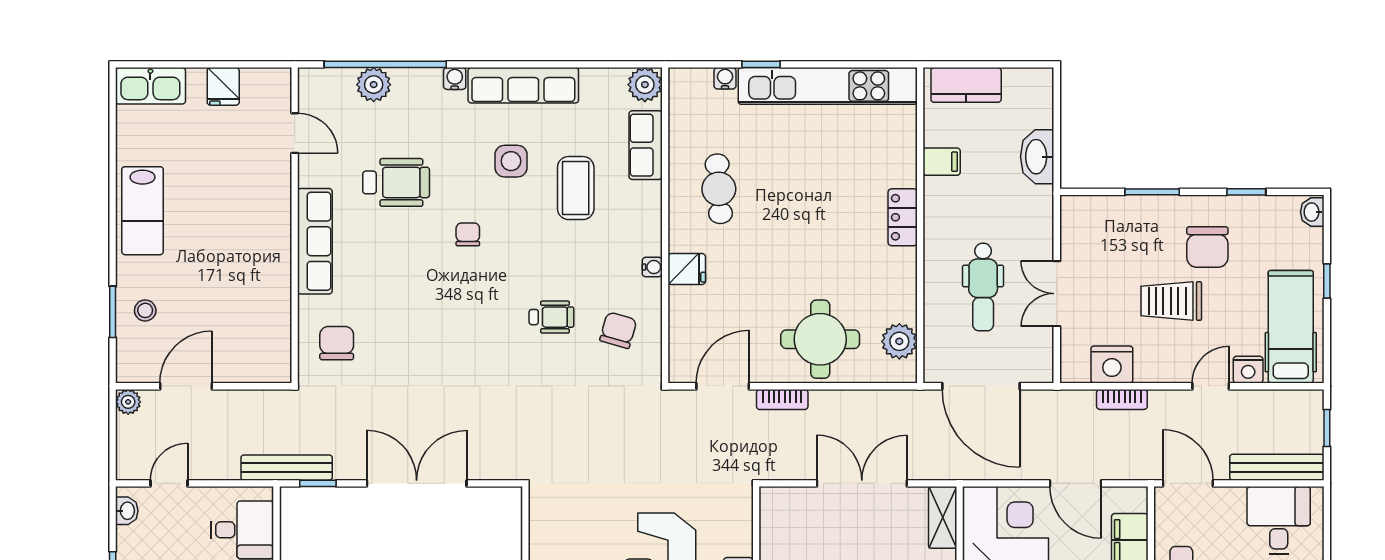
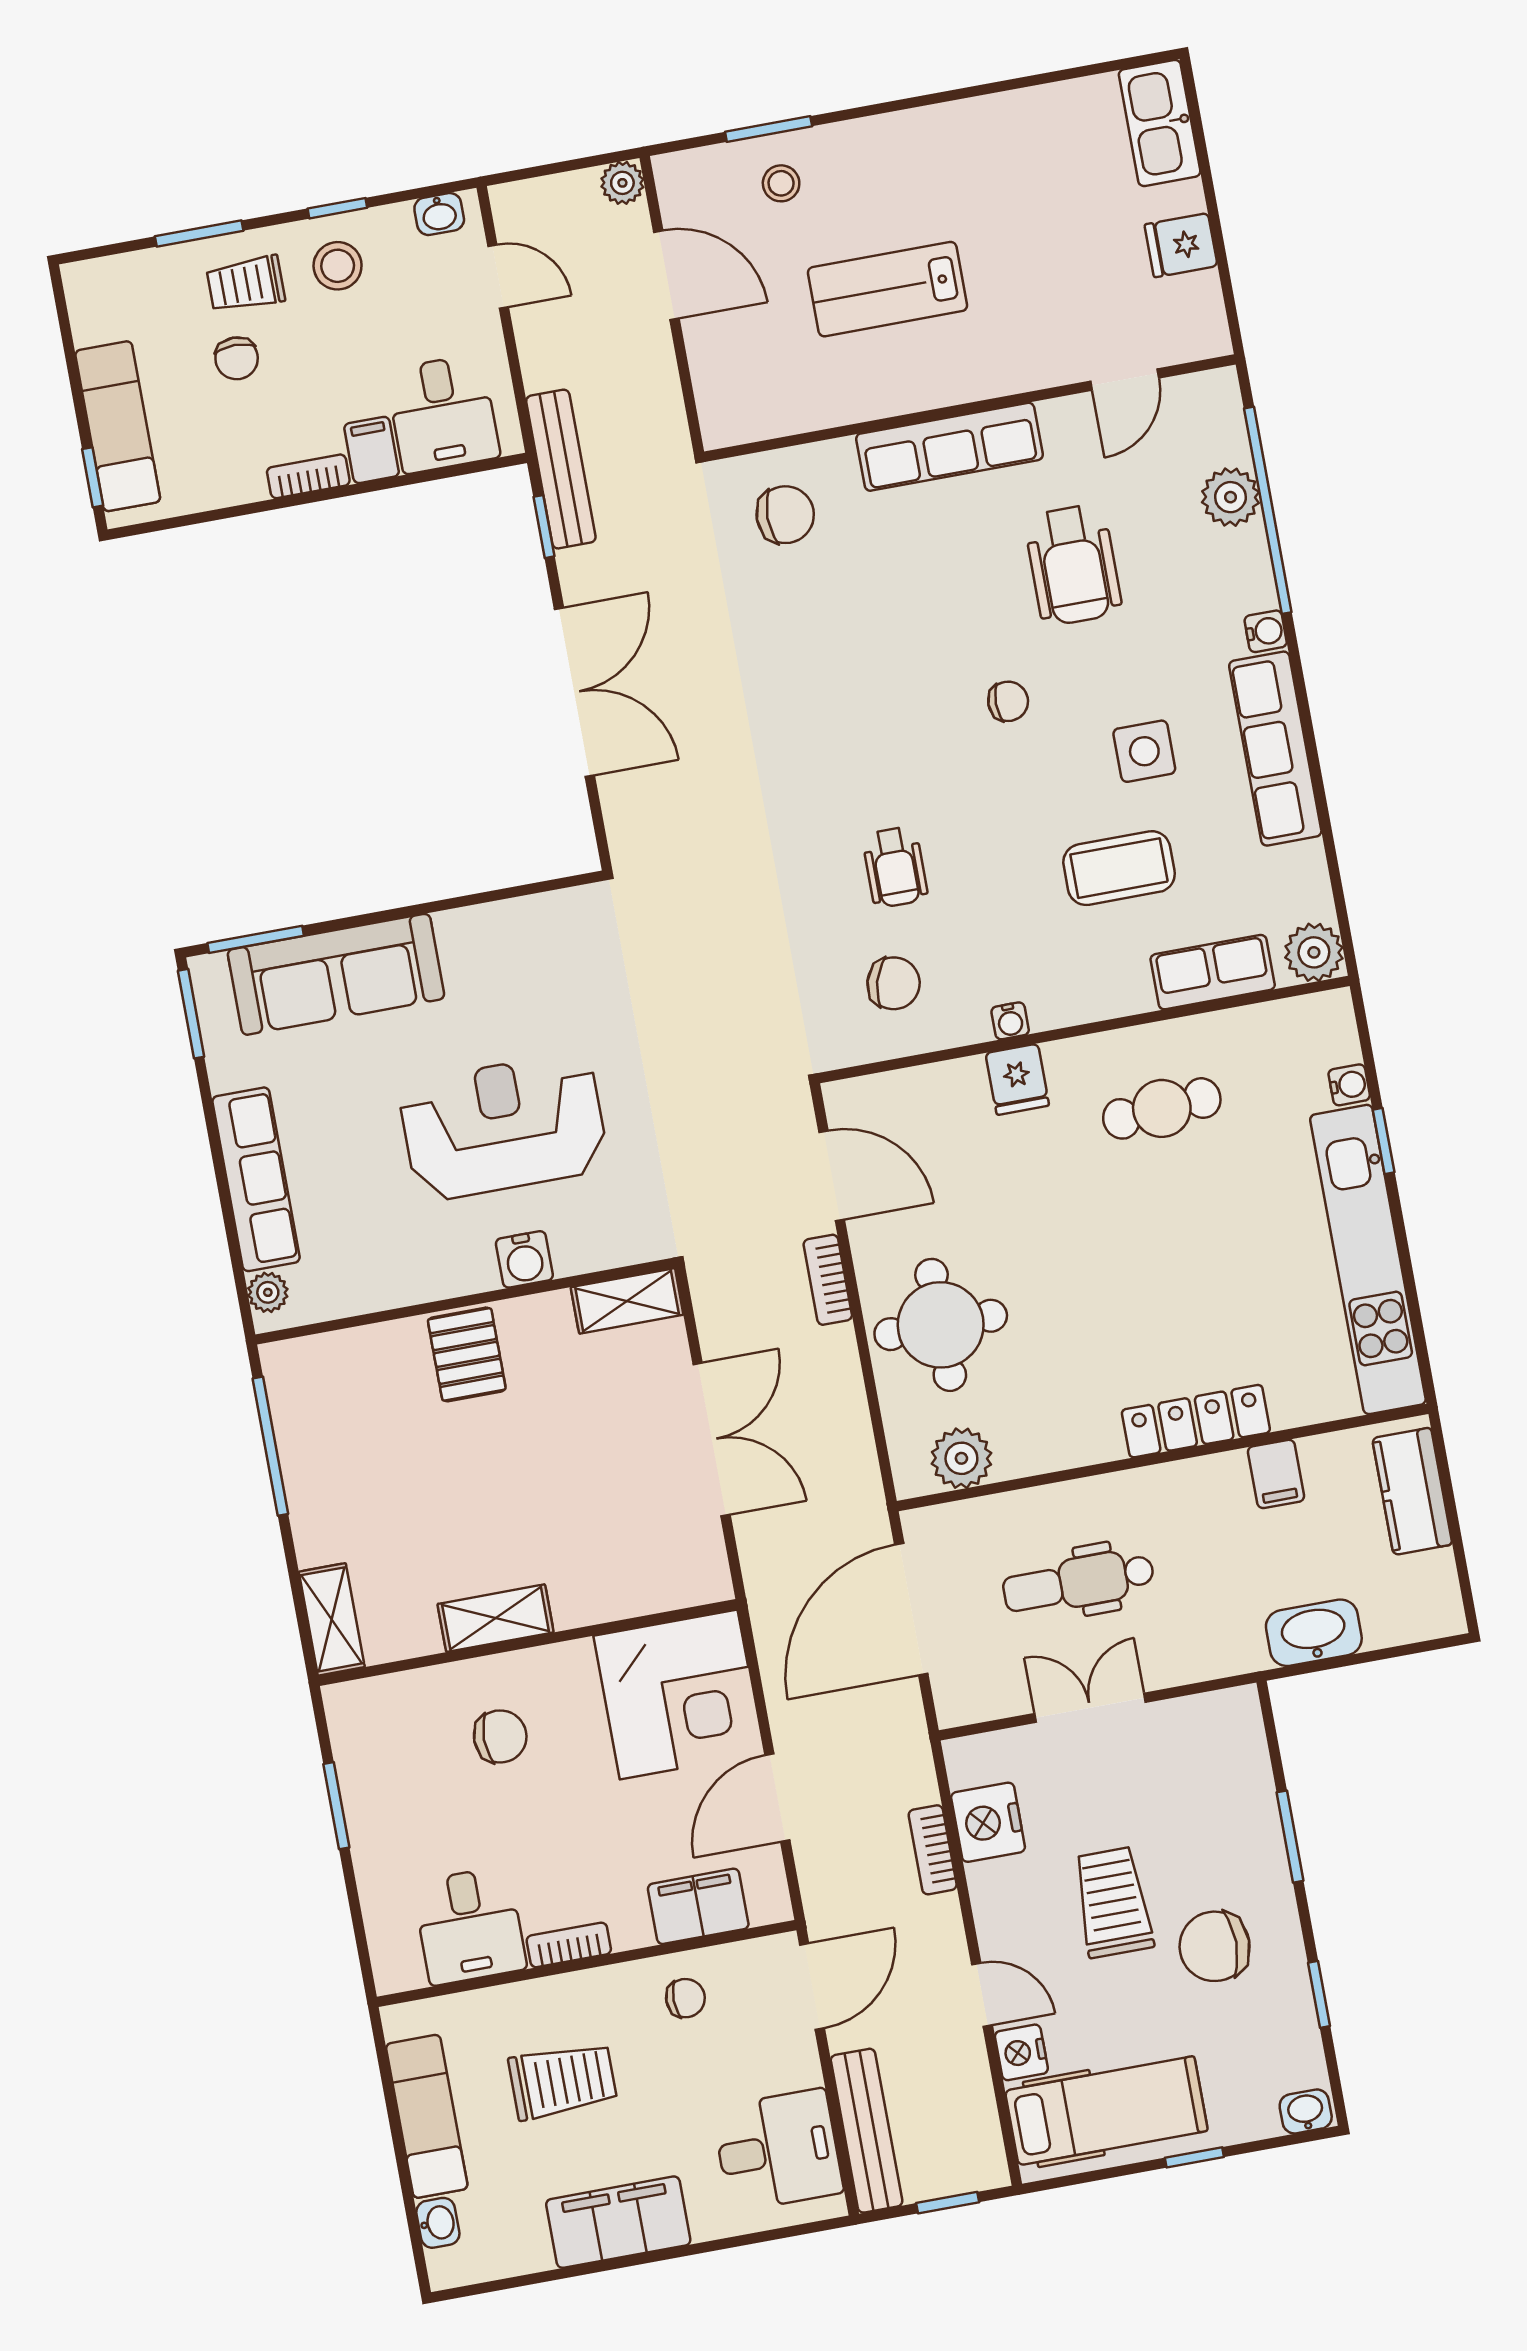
lab bench: (143, 211) -> (887, 289), moved
locker: (903, 217) -> (1196, 1421), width x1.53
shelving: (943, 517) -> (627, 1301), moved

